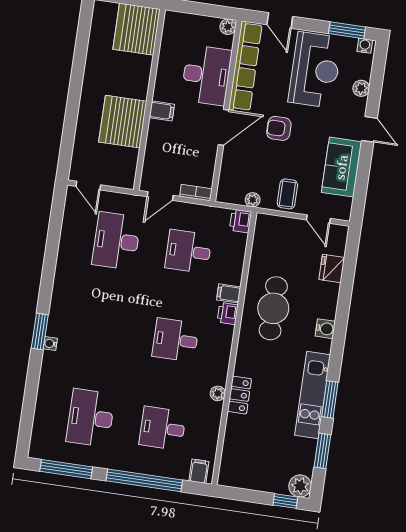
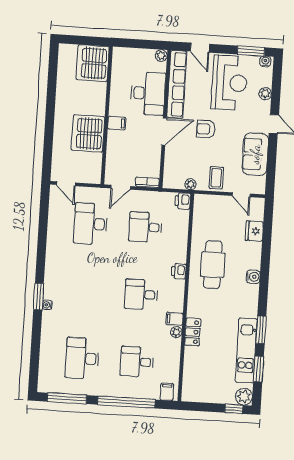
filing cabinet: (229, 293) -> (174, 319), moved
kitchen unit: (313, 395) -> (246, 350), moved

